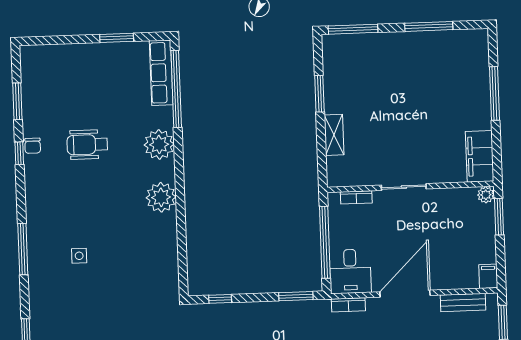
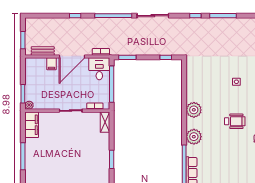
shelving: (334, 135) -> (105, 122), moved
wheelchair: (87, 145) -> (235, 121), moved
filing cabinet: (488, 276) -> (51, 64), moved

